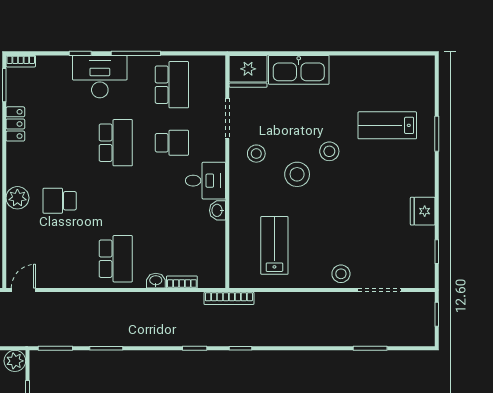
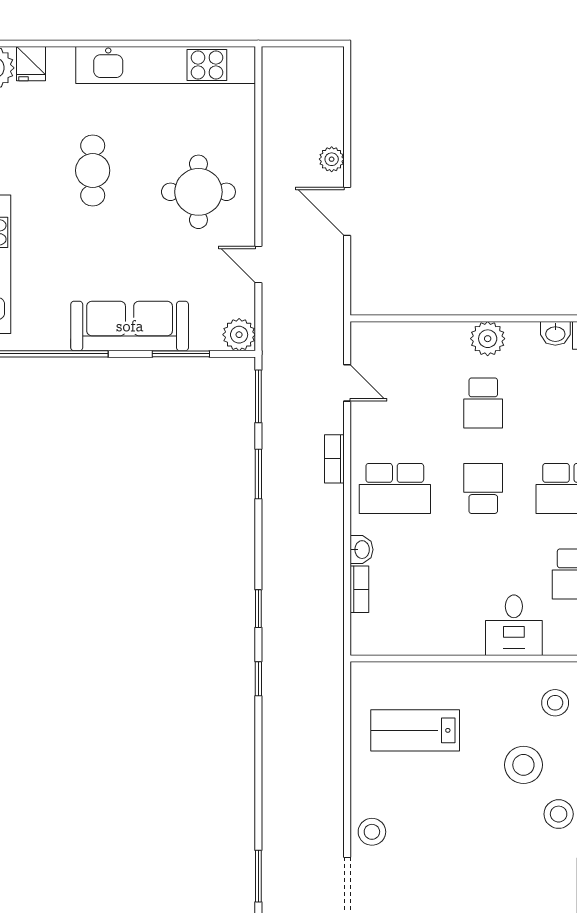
school desk: (60, 201) -> (483, 403), turned 180
school desk: (116, 201) -> (483, 488), added
washbasin: (217, 210) -> (555, 333), moved, turned 180
lab bench: (274, 245) -> (415, 730), turned 180
door: (23, 290) -> (347, 383), moved
bookcase: (229, 298) -> (334, 459), moved, width x0.64

